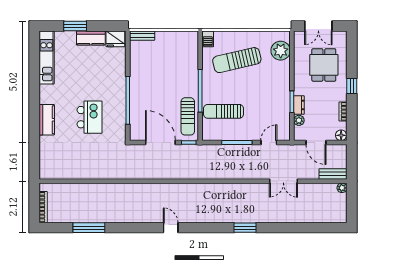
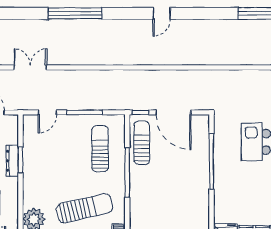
dresser: (299, 105) -> (12, 161), width x1.44
sun lounger: (224, 111) -> (100, 149), turned -90
plant: (299, 120) -> (12, 138), removed
door: (171, 228) -> (162, 13), hinge flipped
window: (245, 228) -> (75, 13), width x2.11

